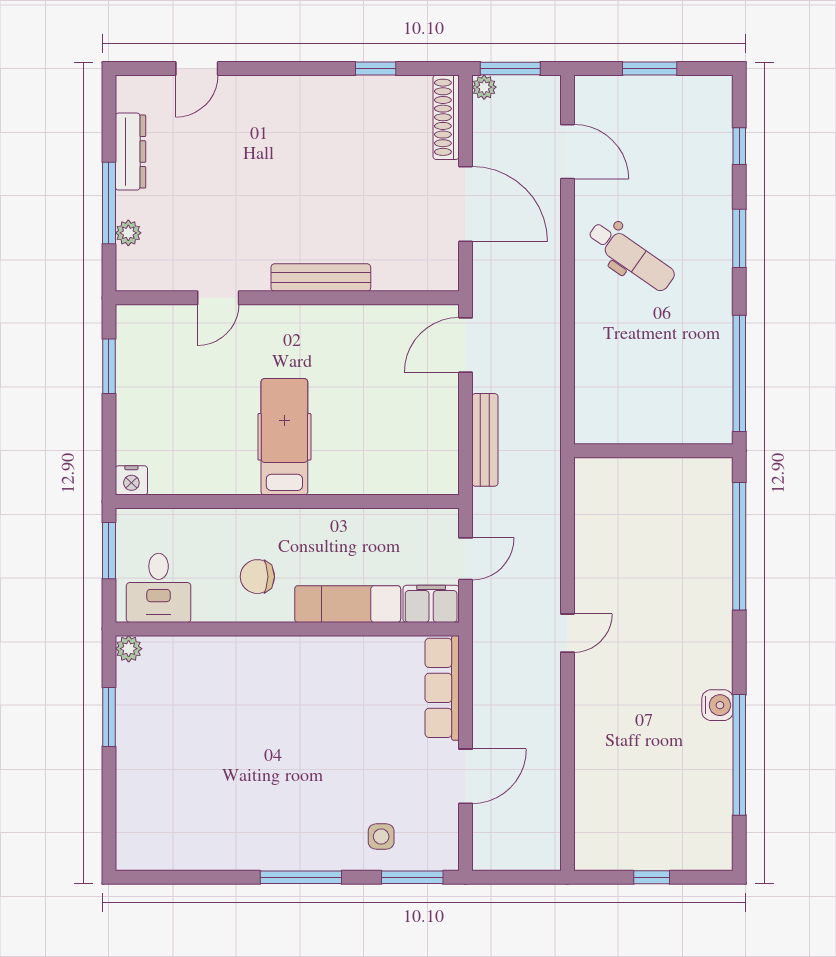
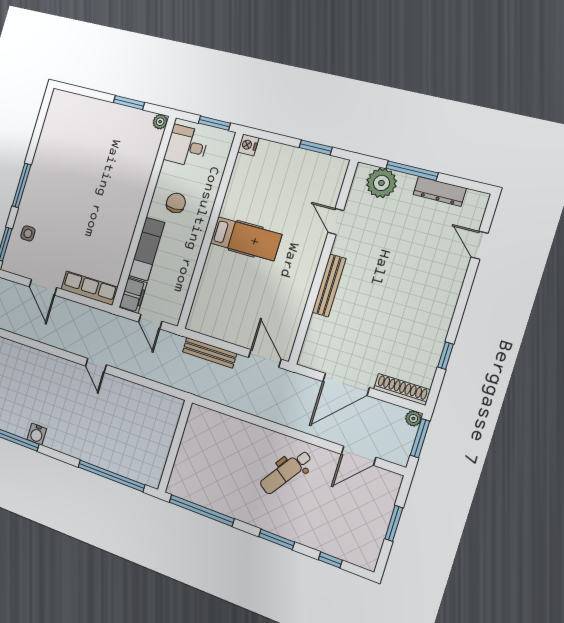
plant: (128, 233) -> (381, 183), width x1.88, depth x1.88

